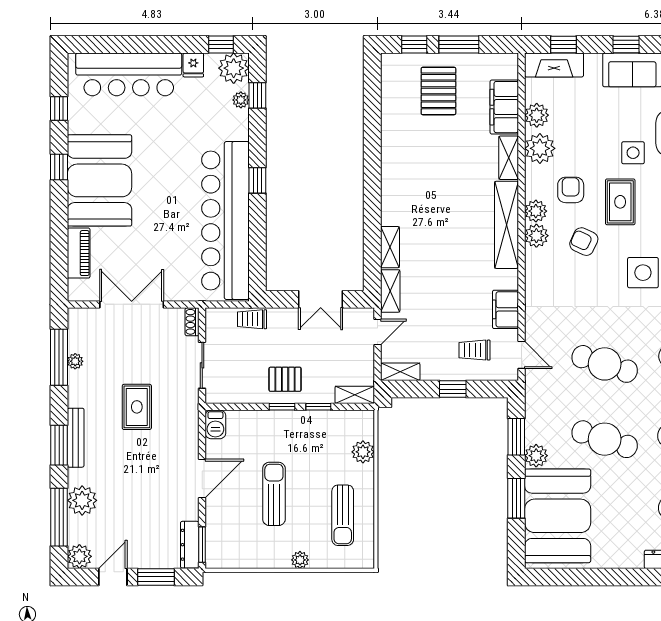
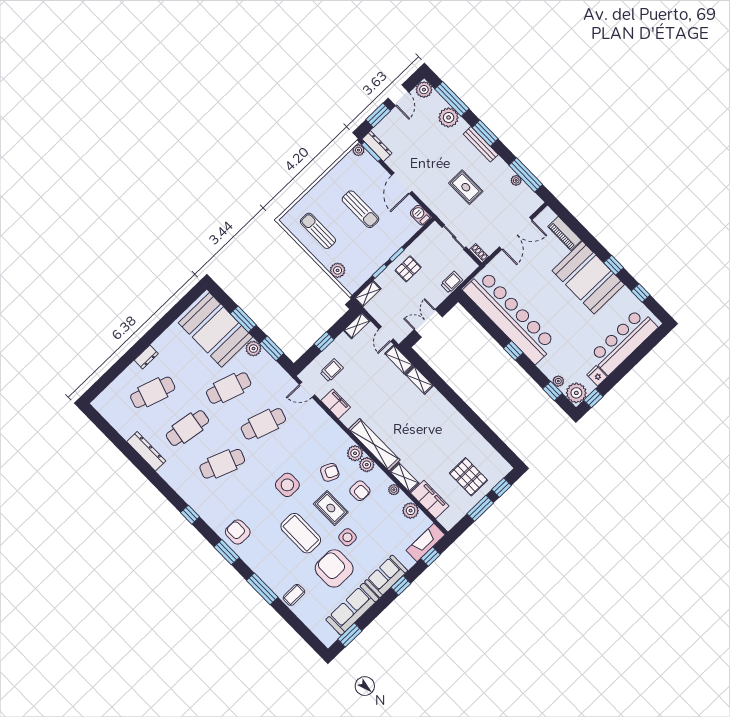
plant: (540, 148) -> (394, 490), width x0.53, depth x0.53
plant: (300, 560) -> (358, 150), moved

